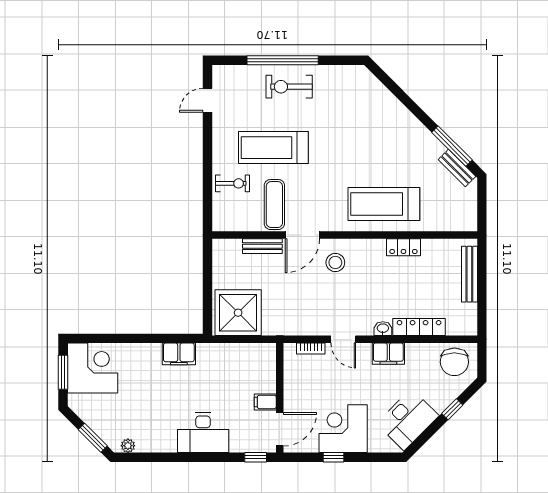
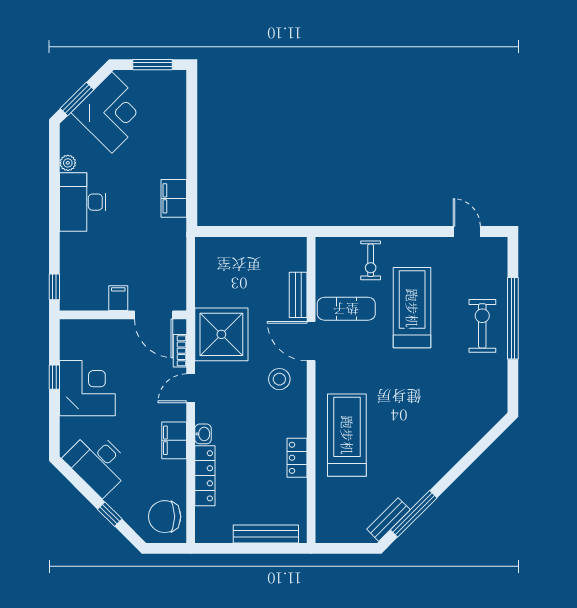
shower: (238, 313) -> (221, 334), moved
corner desk: (93, 368) -> (112, 113), moved, turned -45
door: (280, 429) -> (154, 315), moved
desk: (203, 433) -> (83, 202), moved
plant: (128, 446) -> (68, 163), moved

